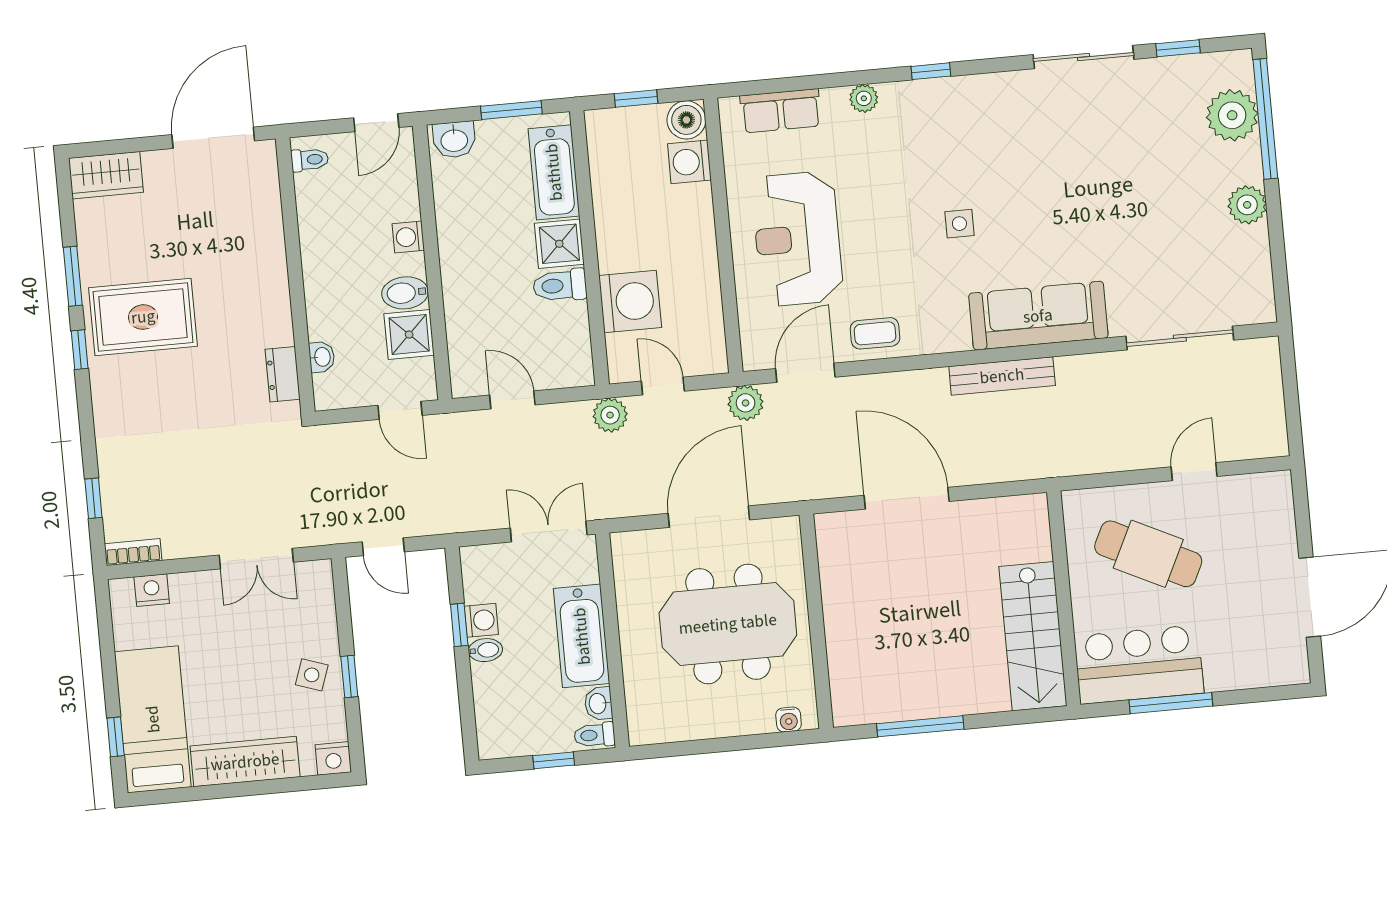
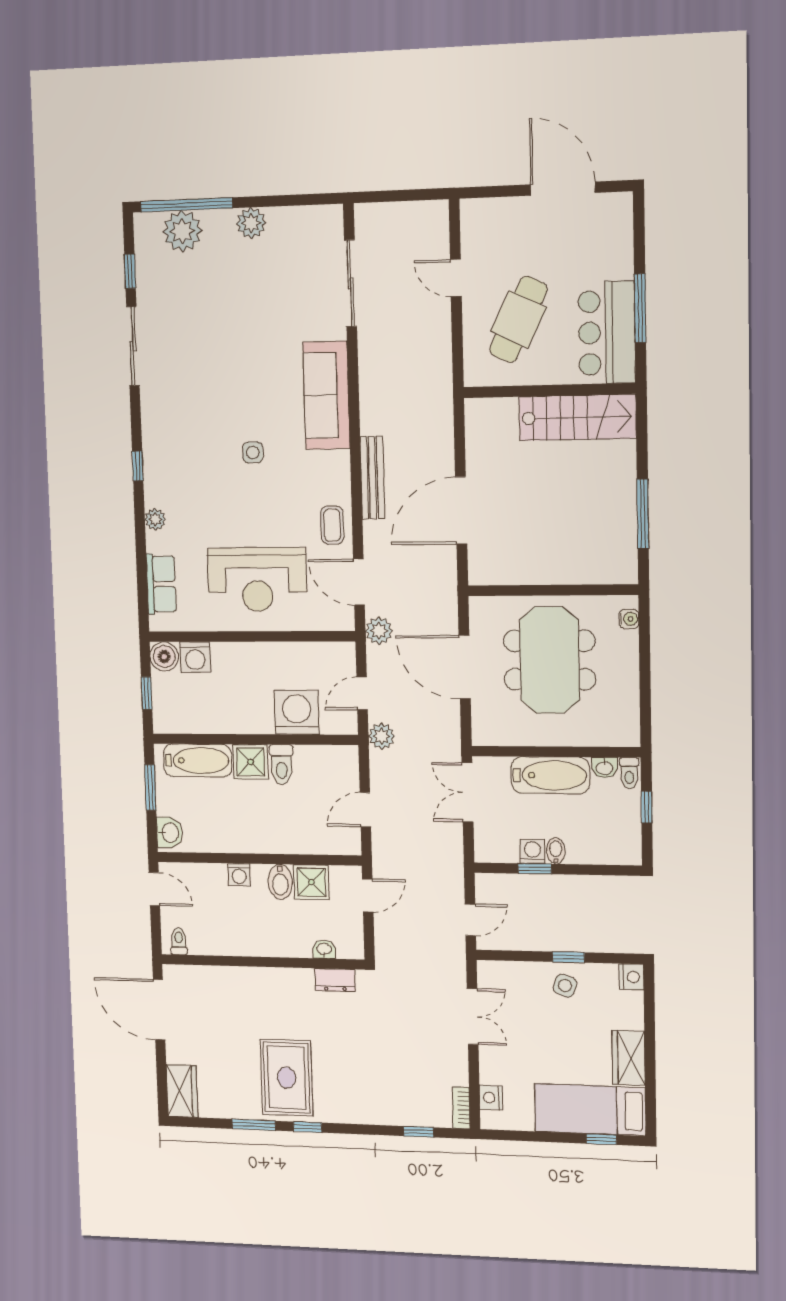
bench: (1002, 376) -> (372, 478), moved
wardrobe: (245, 762) -> (629, 1058), width x0.67

